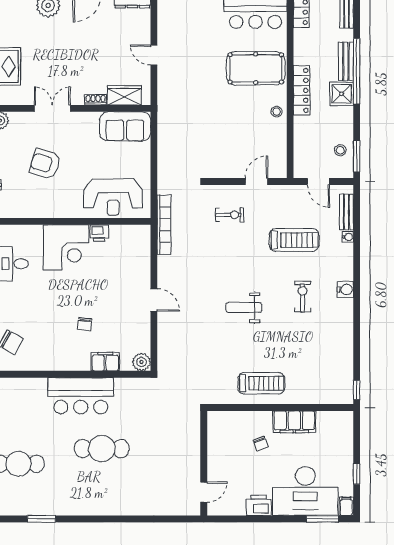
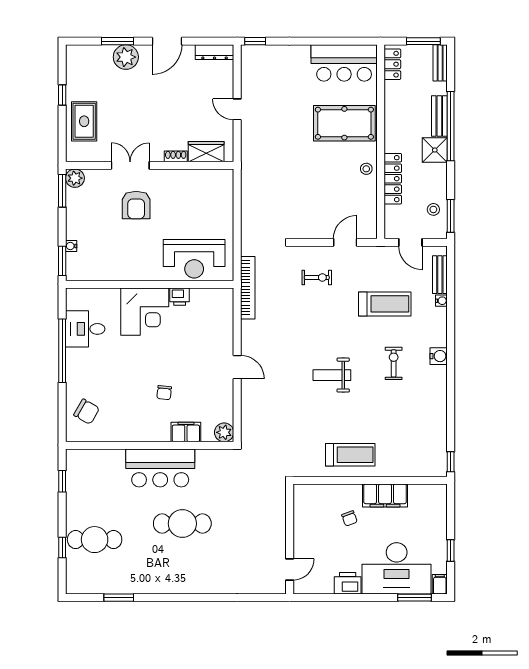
locker: (302, 90) -> (393, 179), moved
sofa: (125, 126) -> (207, 184), removed
armchair: (45, 164) -> (136, 205), moved, turned -107

